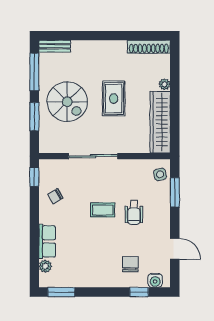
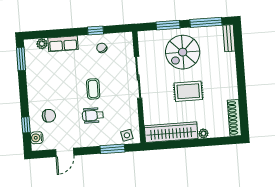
window: (34, 177) -> (96, 30), moved

